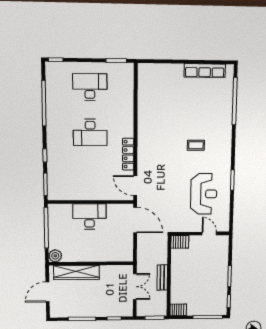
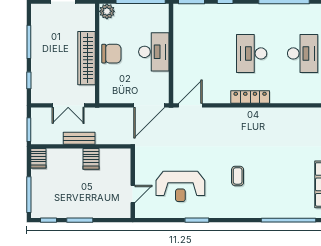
locker: (128, 154) -> (250, 97), moved
server rack: (180, 242) -> (91, 159), moved
chair: (91, 252) -> (111, 54), added
wardrobe: (76, 272) -> (86, 58), moved

